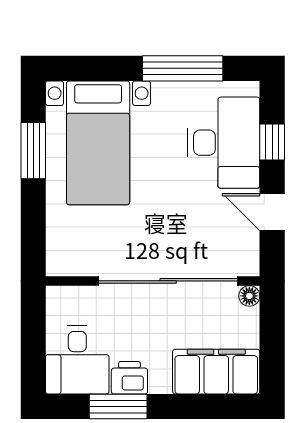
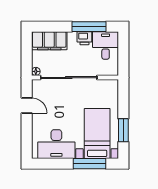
window: (183, 68) -> (90, 164), moved
window: (272, 142) -> (27, 134), removed
desk: (224, 143) -> (56, 144), moved, turned -90
window: (118, 407) -> (89, 27), width x1.44

